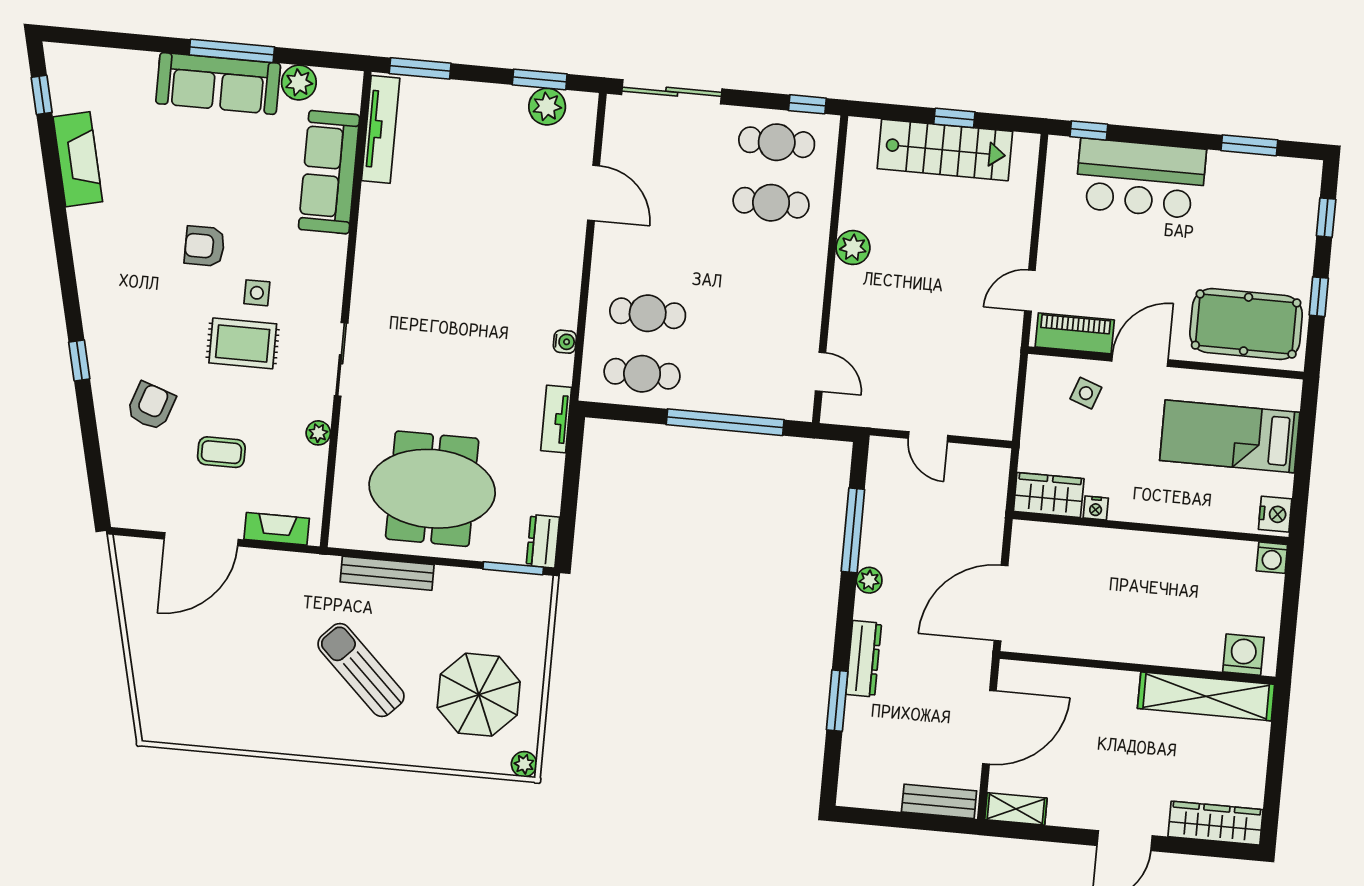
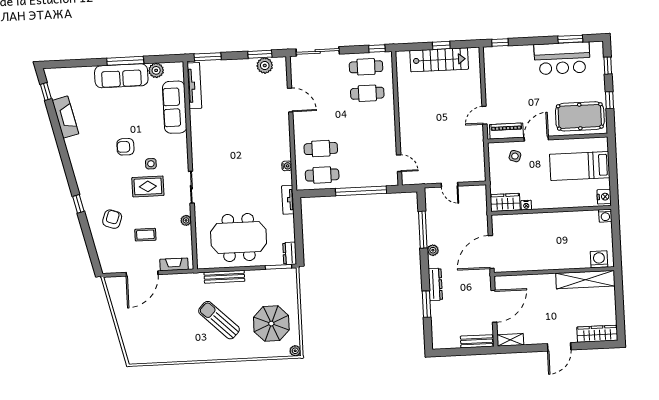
bar counter: (1141, 178) -> (562, 58), moved
plant: (853, 248) -> (405, 108), removed

